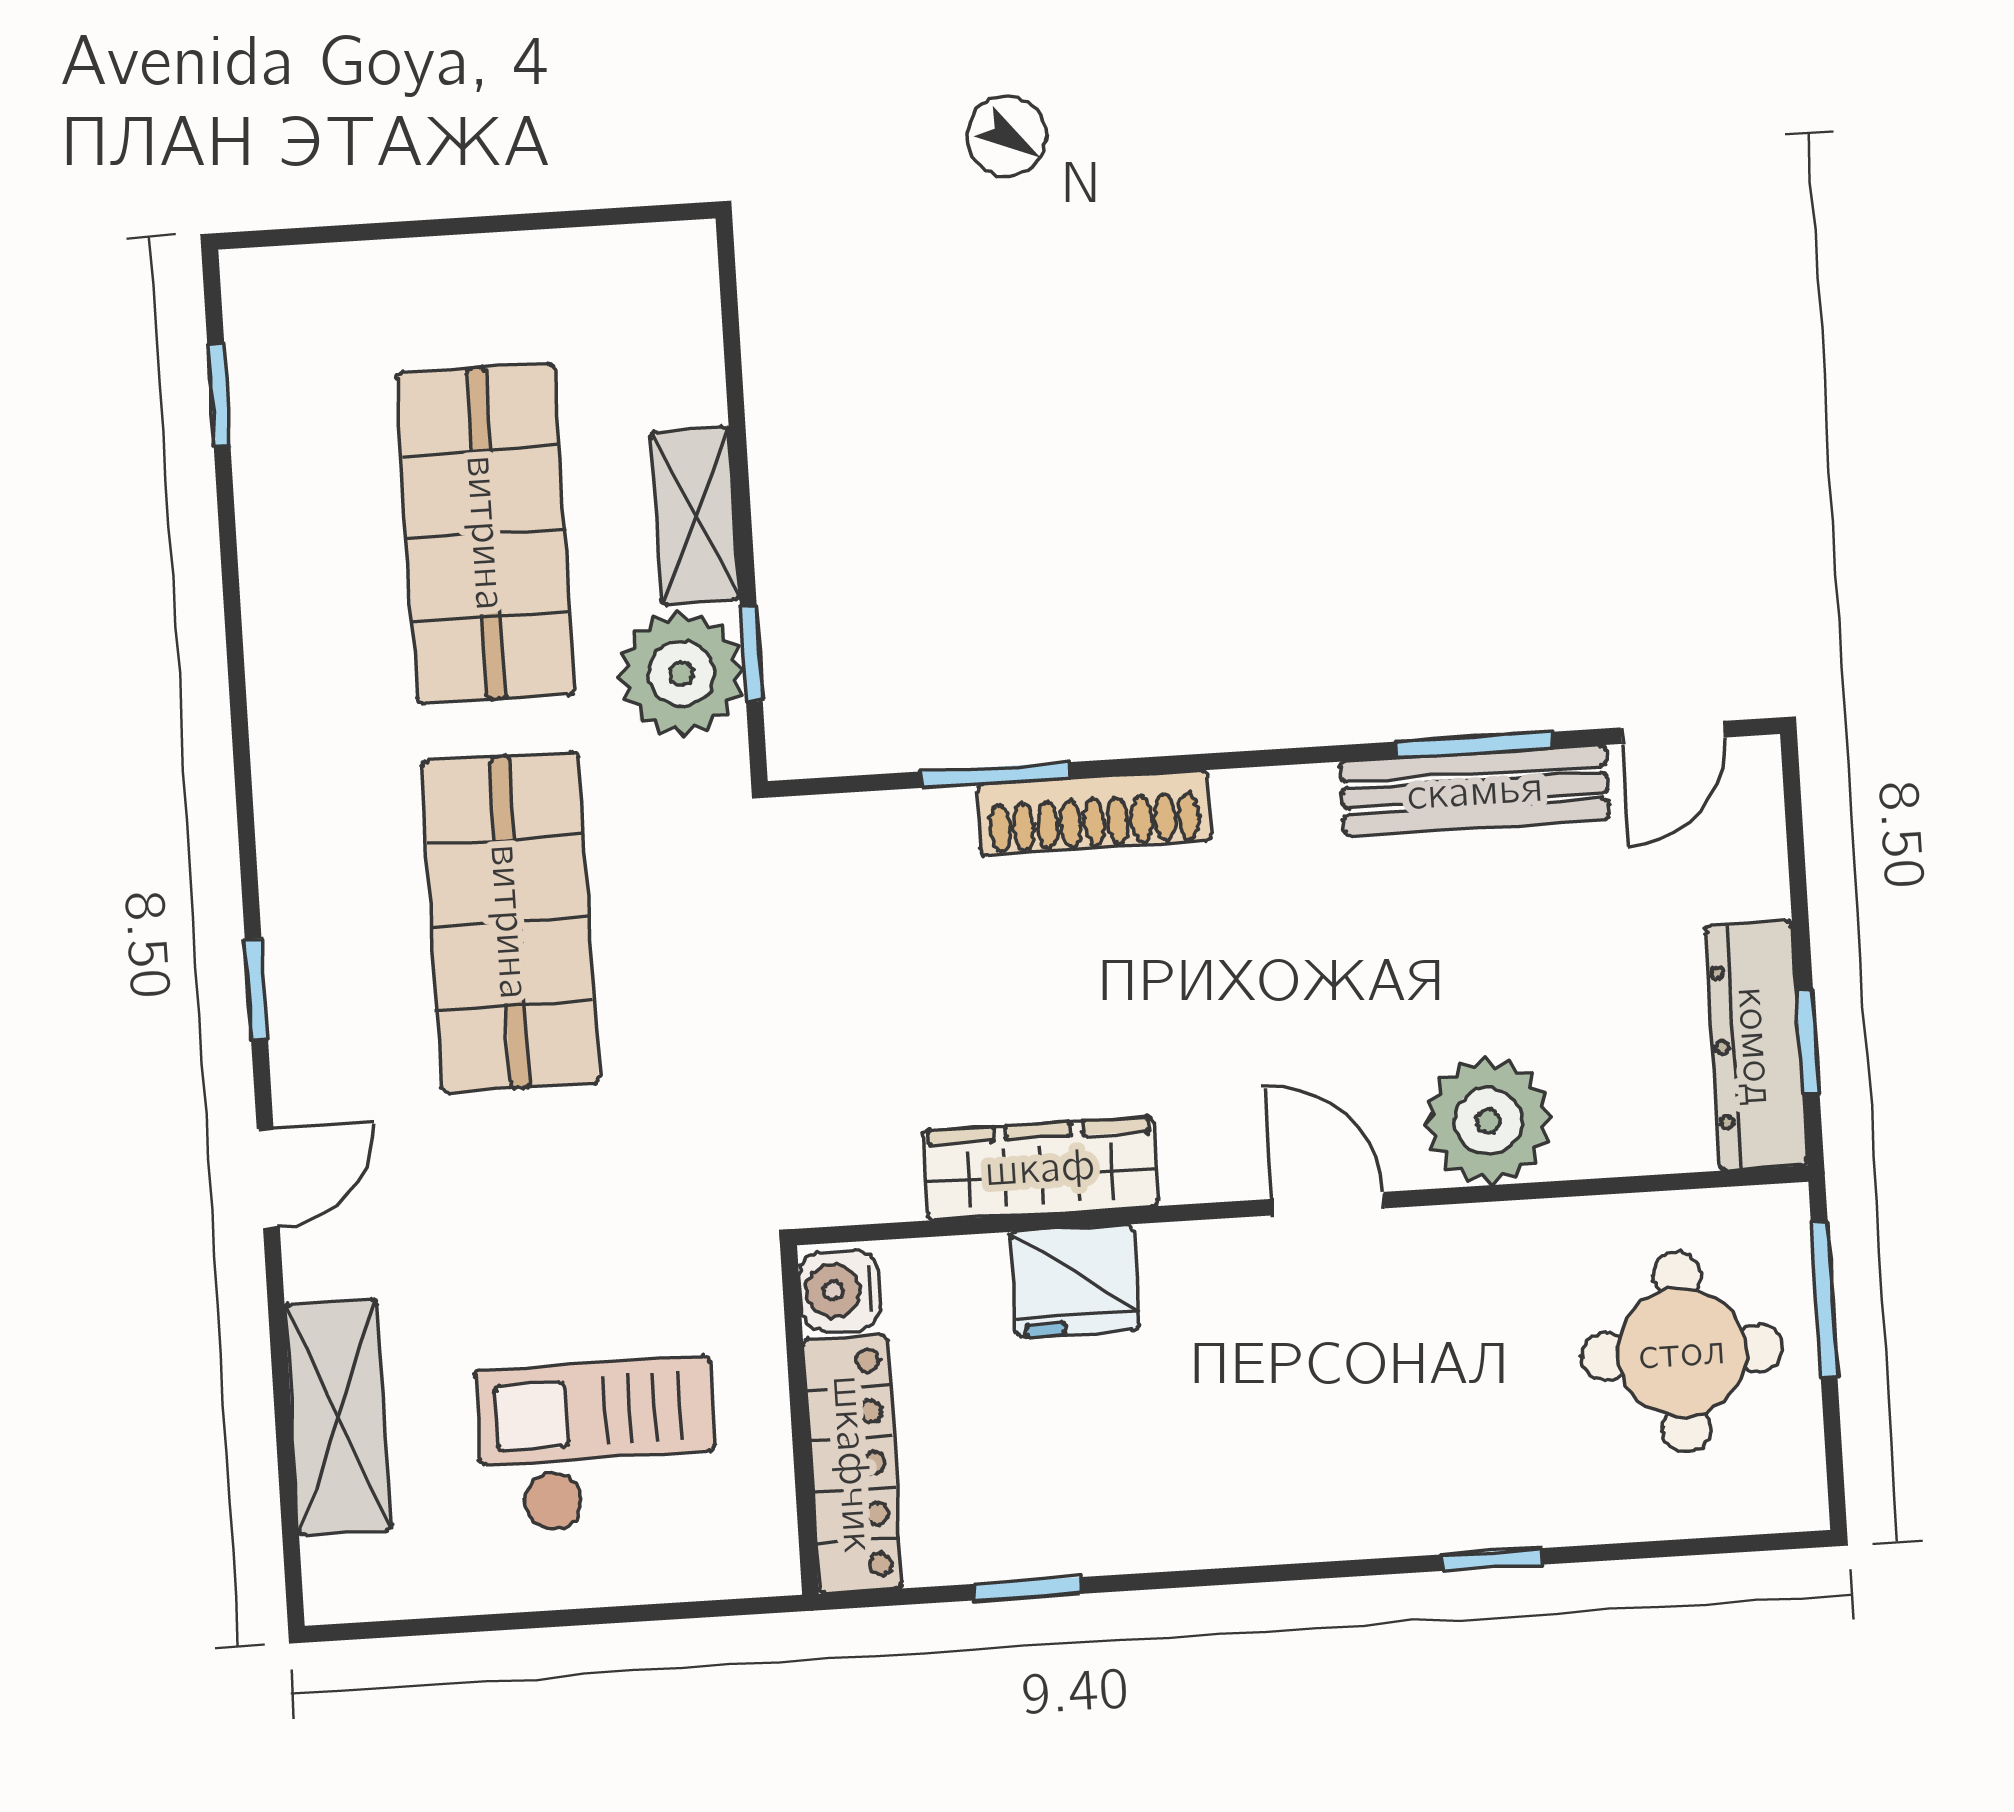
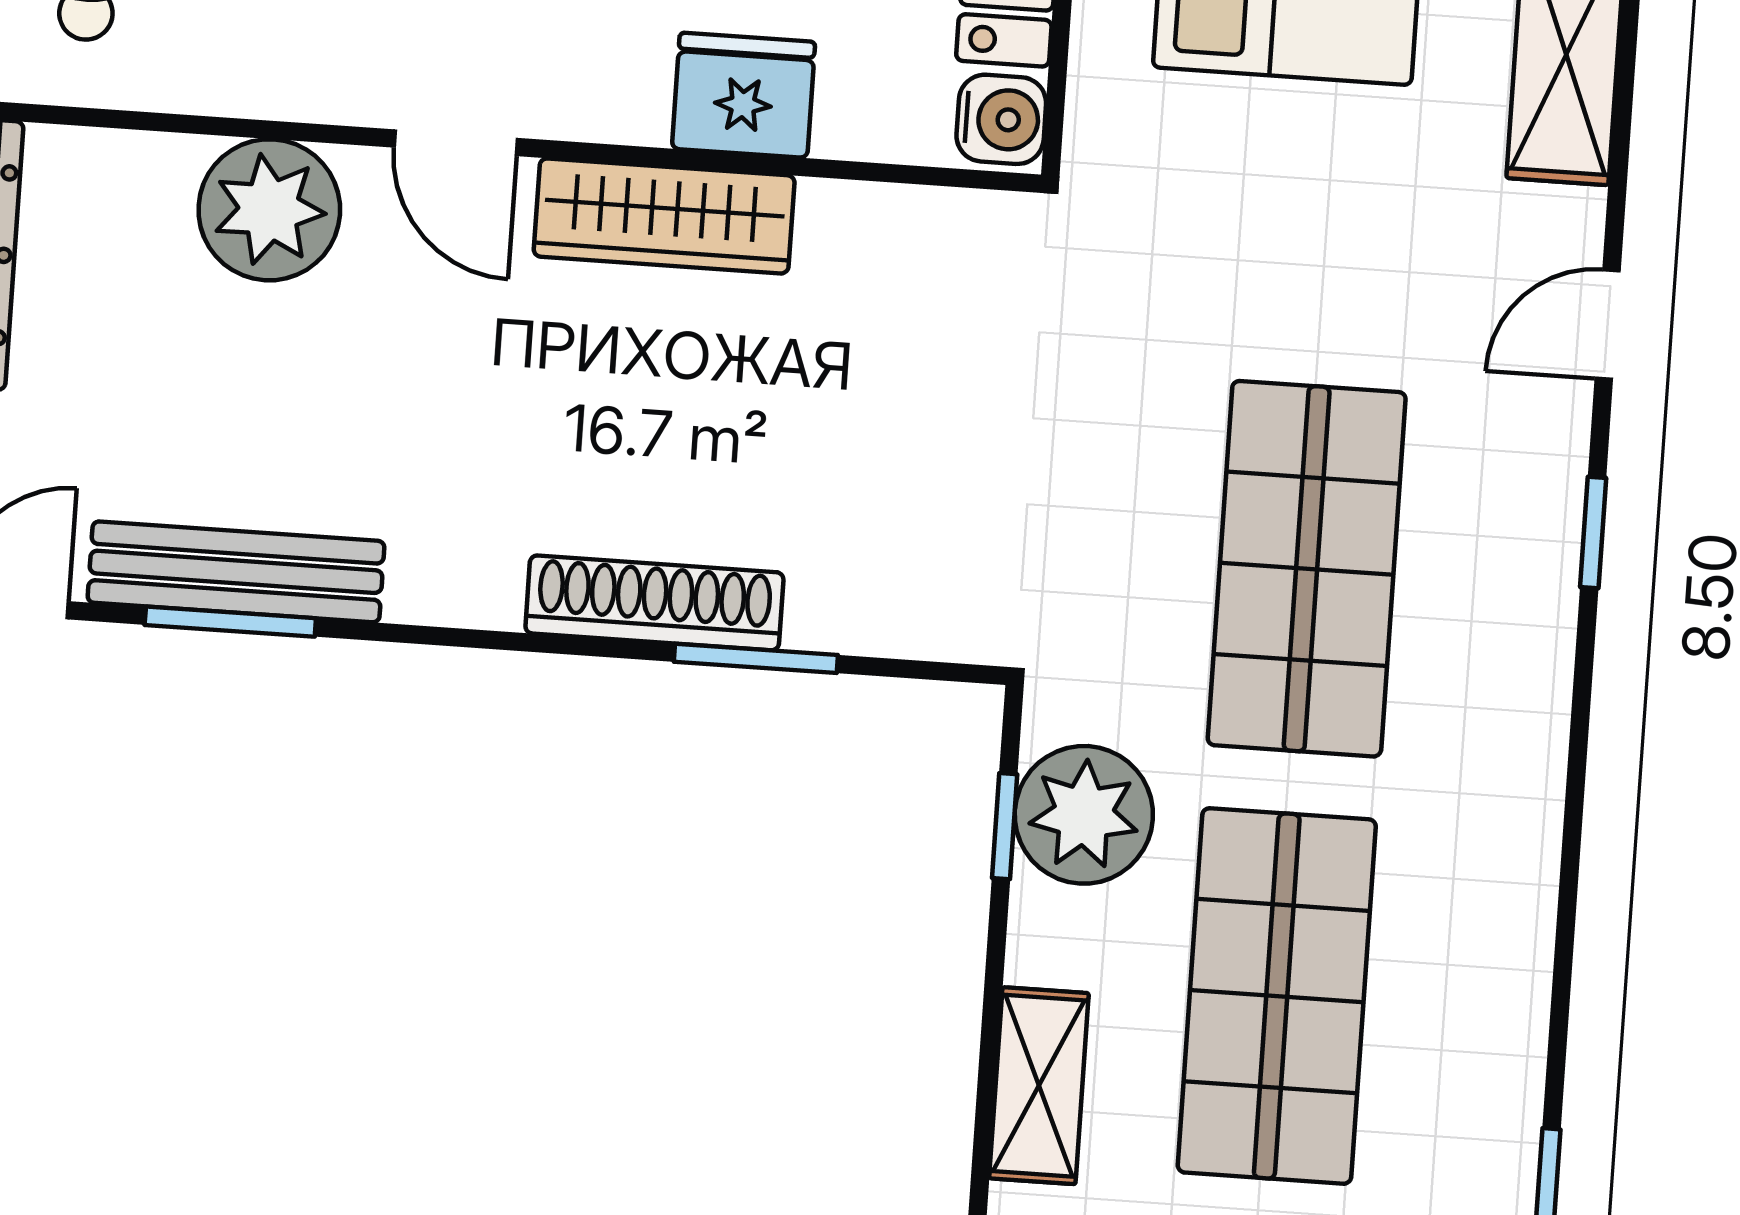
shelving: (695, 516) -> (1039, 1086), moved
wardrobe: (1040, 1168) -> (664, 216), moved

